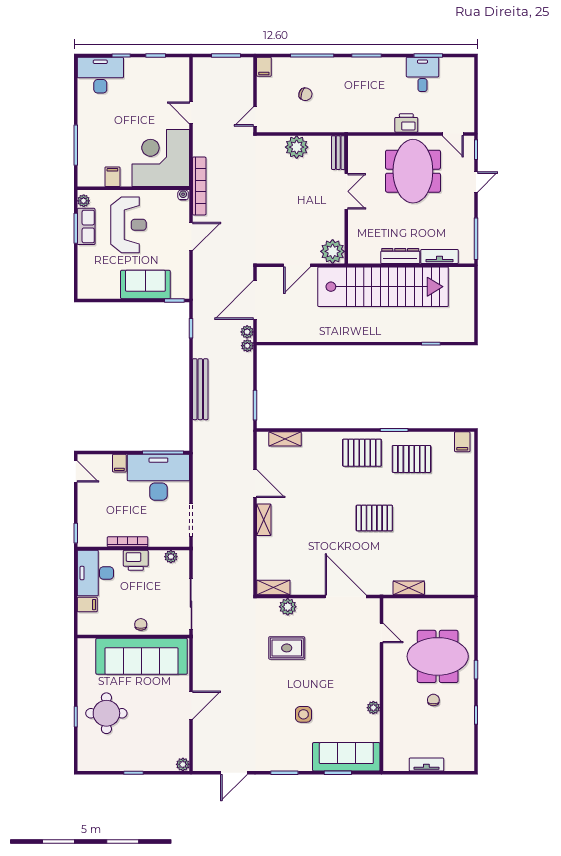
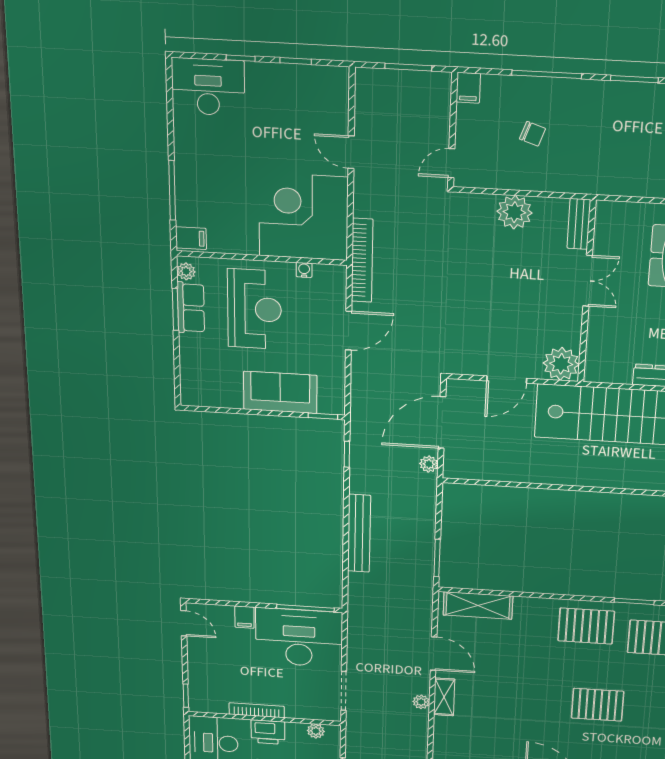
filing cabinet: (112, 177) -> (191, 238), moved, turned 90
water cooler: (183, 195) -> (304, 270), moved
plant: (247, 346) -> (421, 702), moved
shelving: (285, 439) -> (478, 605), width x1.50, depth x1.33

